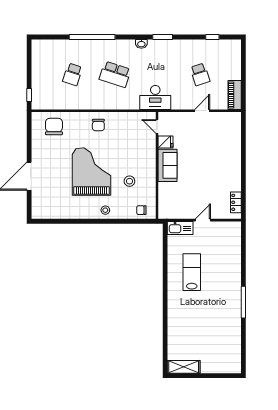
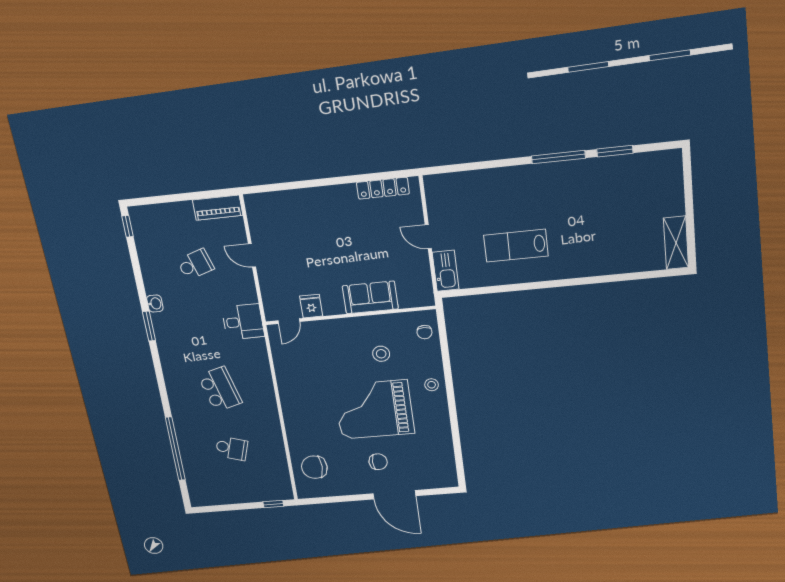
window: (92, 37) -> (175, 449), moved
window: (212, 37) -> (128, 226), moved
washbasin: (141, 44) -> (155, 303), moved
school desk: (115, 74) -> (220, 389), turned -33
desk: (155, 97) -> (243, 322), width x0.73
chair: (98, 125) -> (378, 462), moved
sofa: (168, 165) -> (370, 297), moved
locker: (236, 202) -> (383, 188), width x1.53
window: (243, 335) -> (615, 151), added

